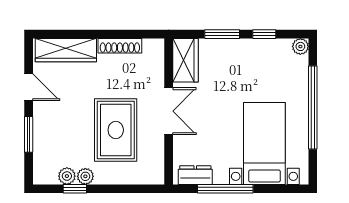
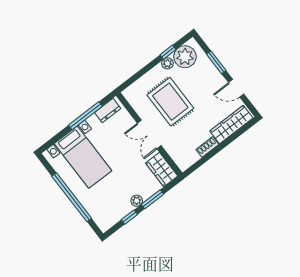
shoe rack: (120, 46) -> (207, 147), width x0.70
plant: (300, 46) -> (137, 201), moved
plant: (67, 176) -> (185, 57), width x1.88, depth x1.88

